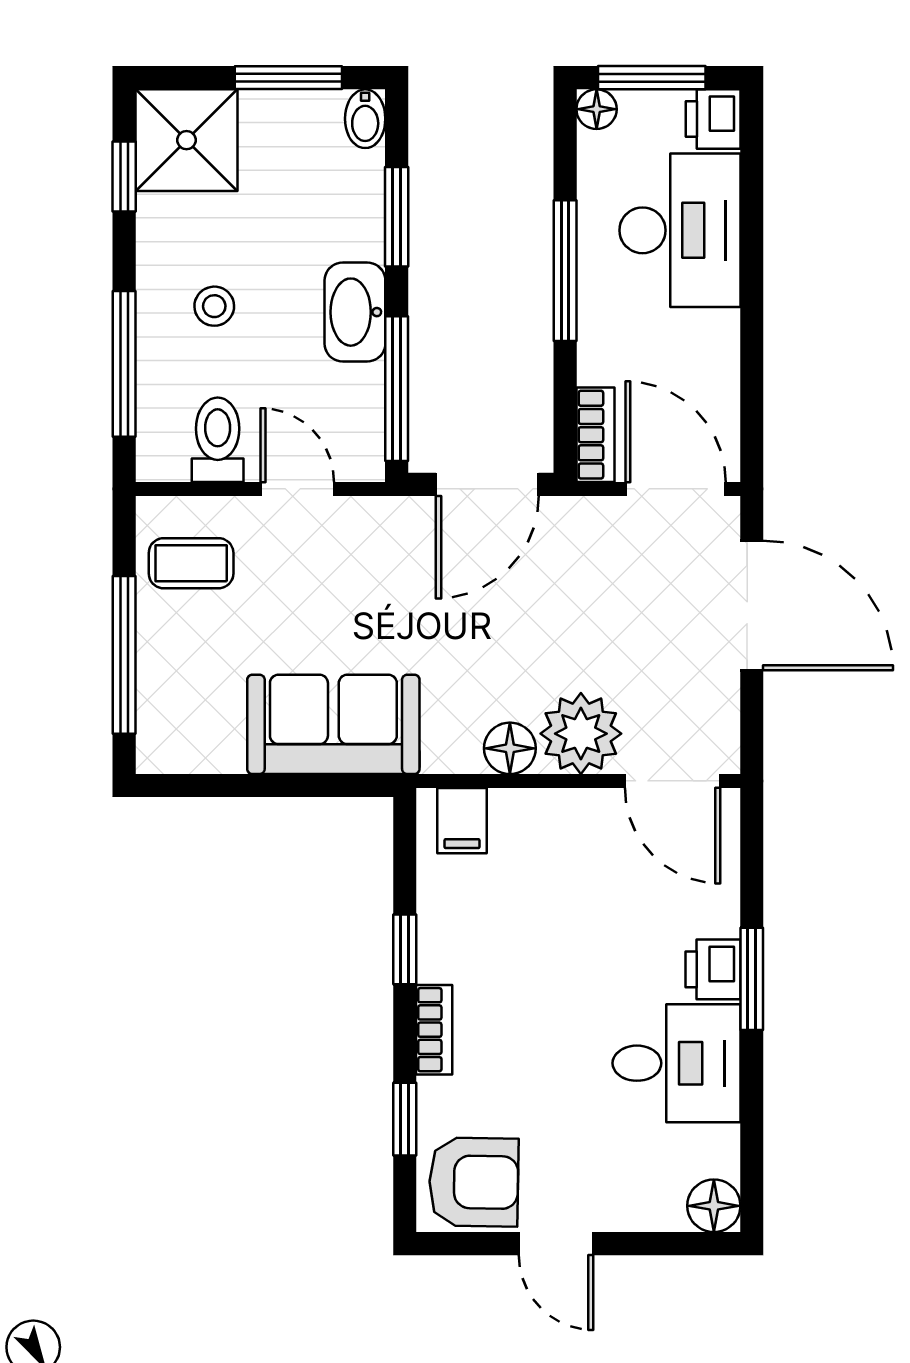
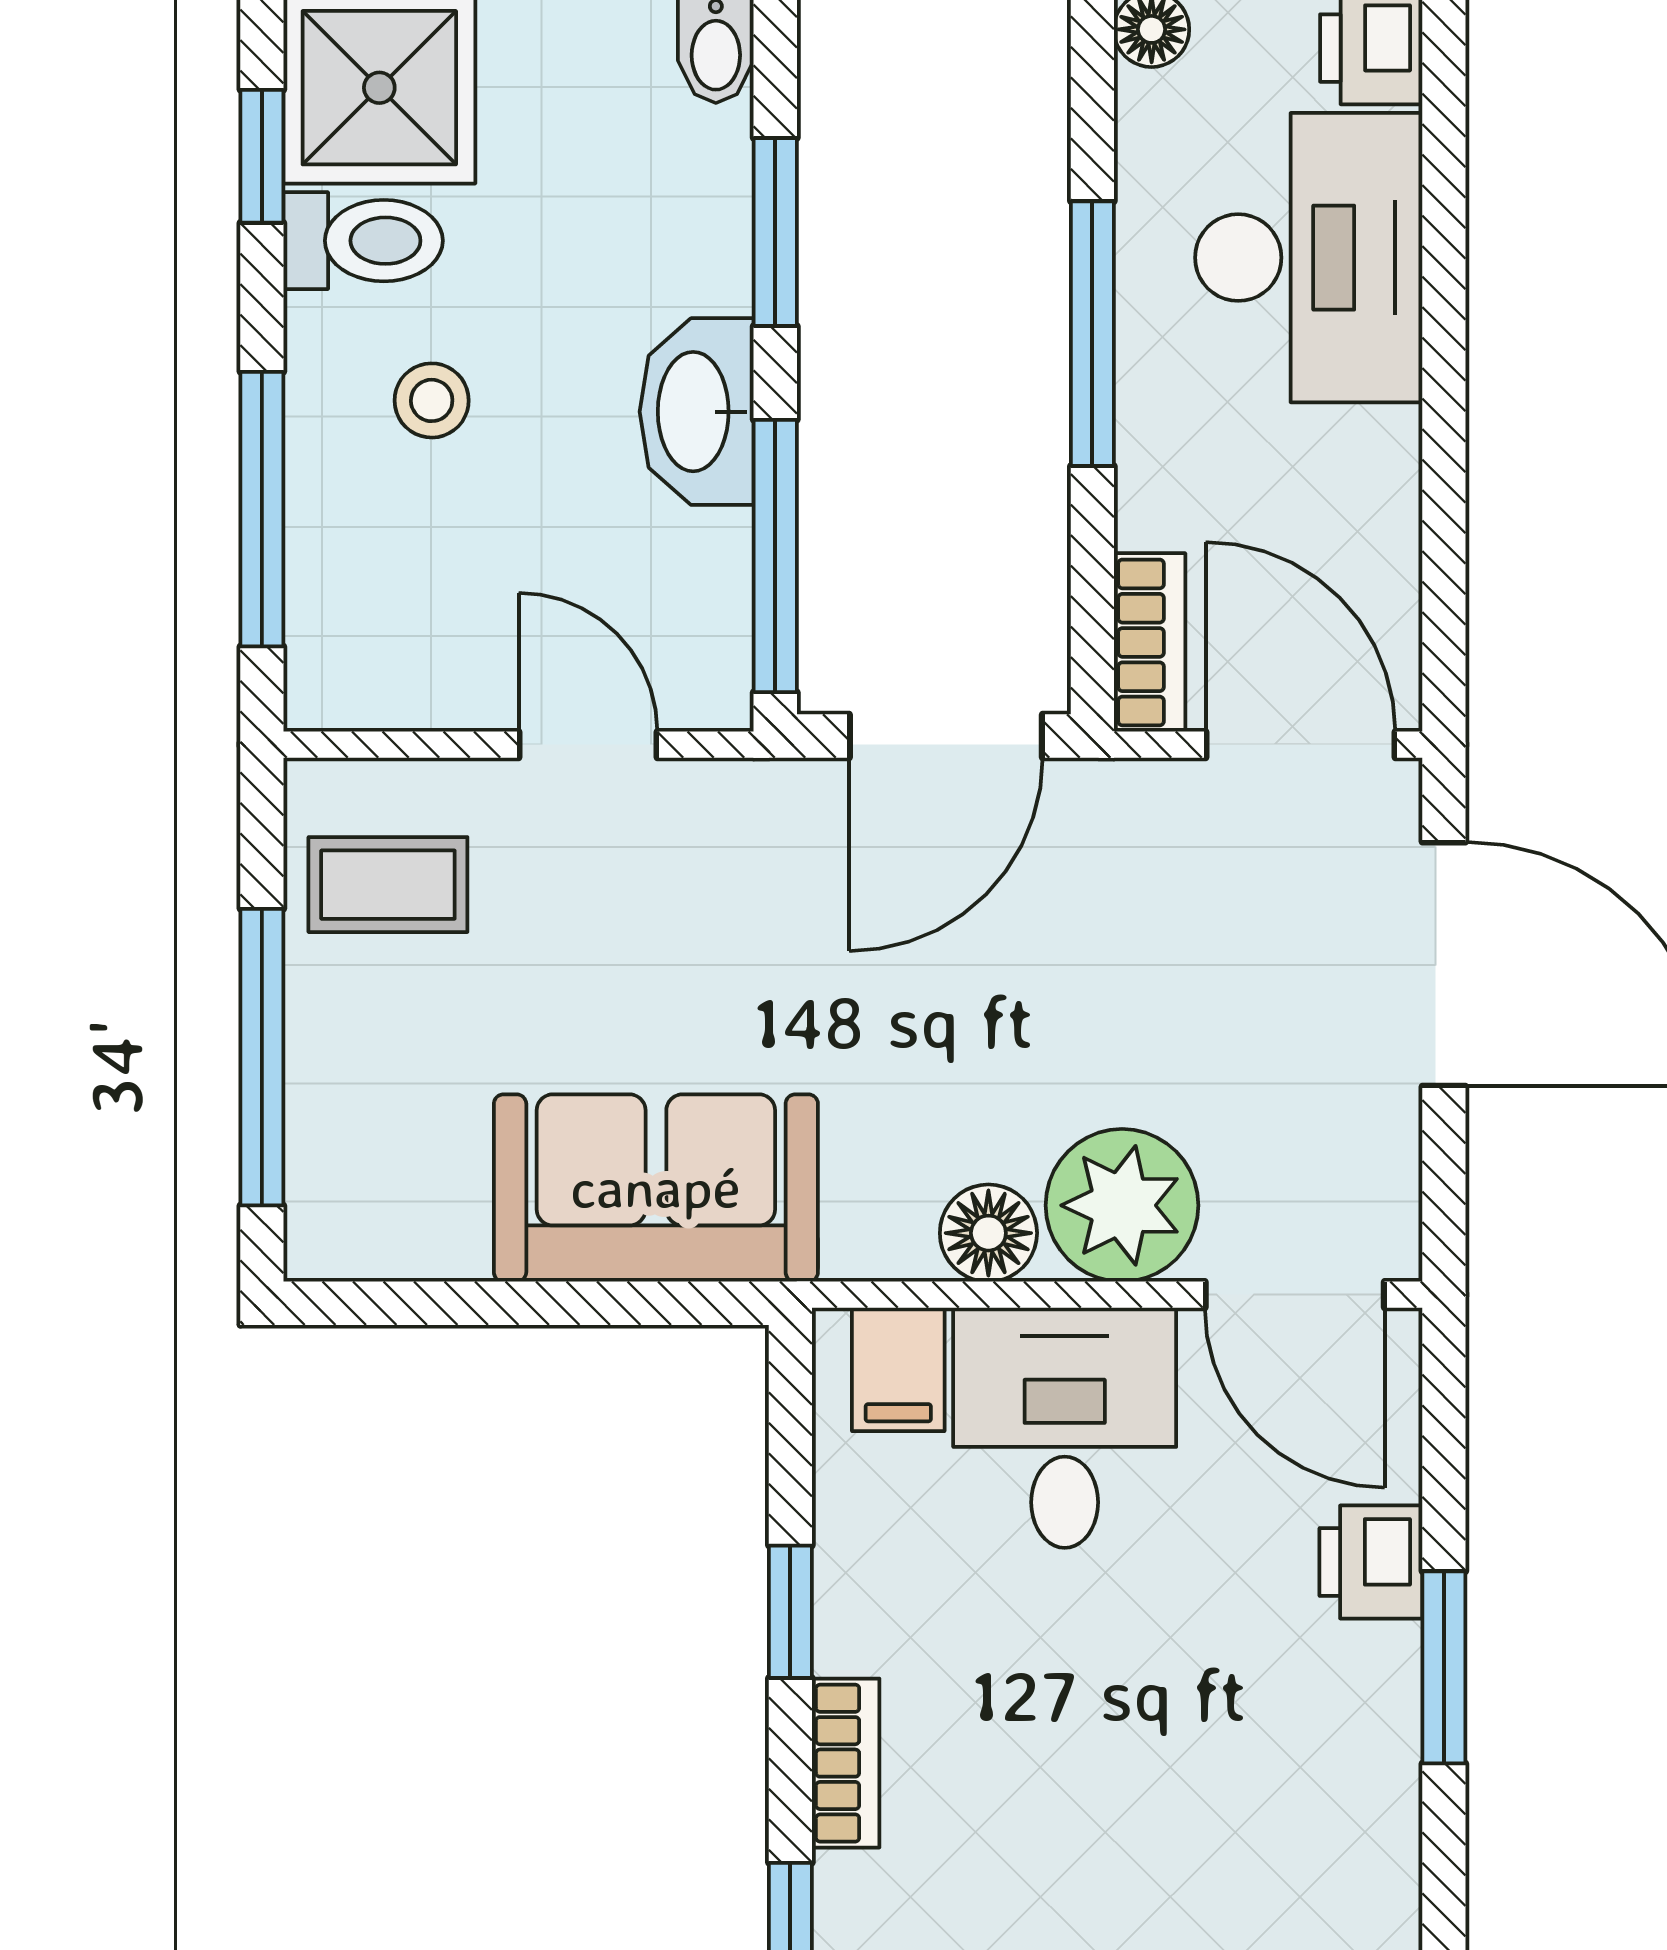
toilet: (218, 440) -> (363, 241), moved, turned 90
printer: (713, 969) -> (1371, 1562), moved
desk: (676, 1063) -> (1065, 1428), moved, turned -90

